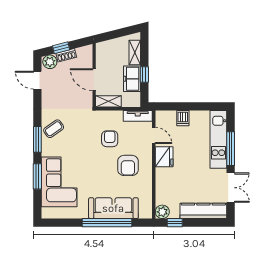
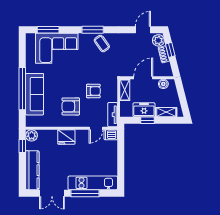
boiler: (101, 56) -> (163, 84), added
dishwasher: (183, 118) -> (111, 135), moved
fridge: (164, 157) -> (66, 137), moved
window: (37, 176) -> (48, 30), moved

